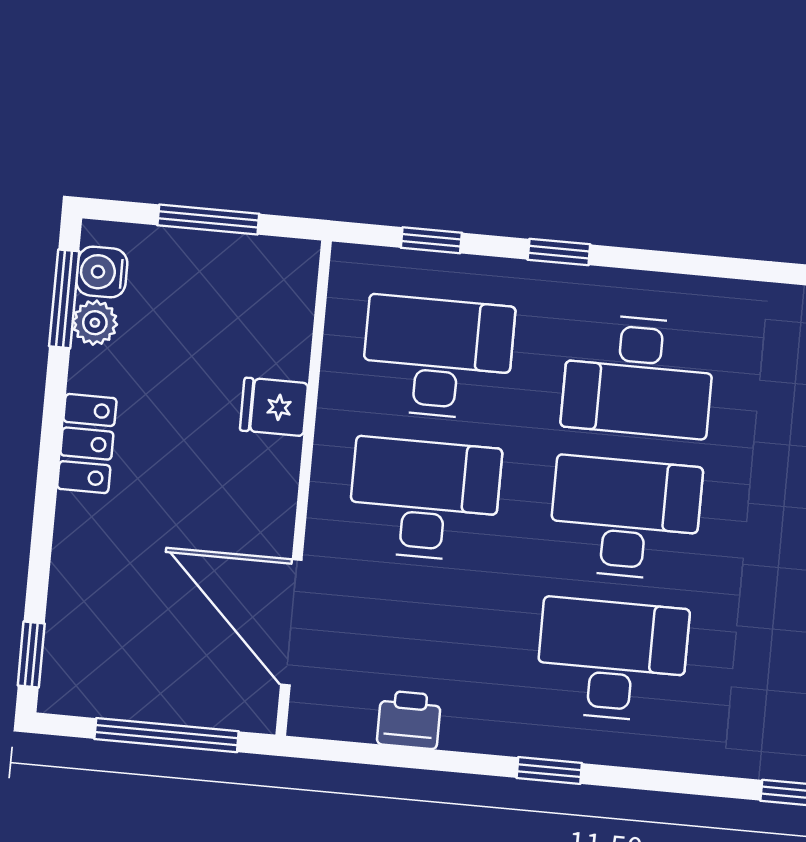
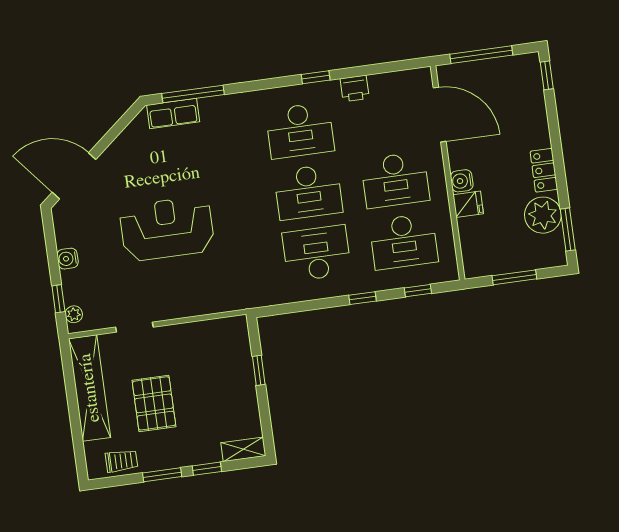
water cooler: (102, 272) -> (462, 181), moved, turned 180
plant: (95, 323) -> (543, 215), width x1.87, depth x1.87
printer: (409, 720) -> (355, 88), moved

